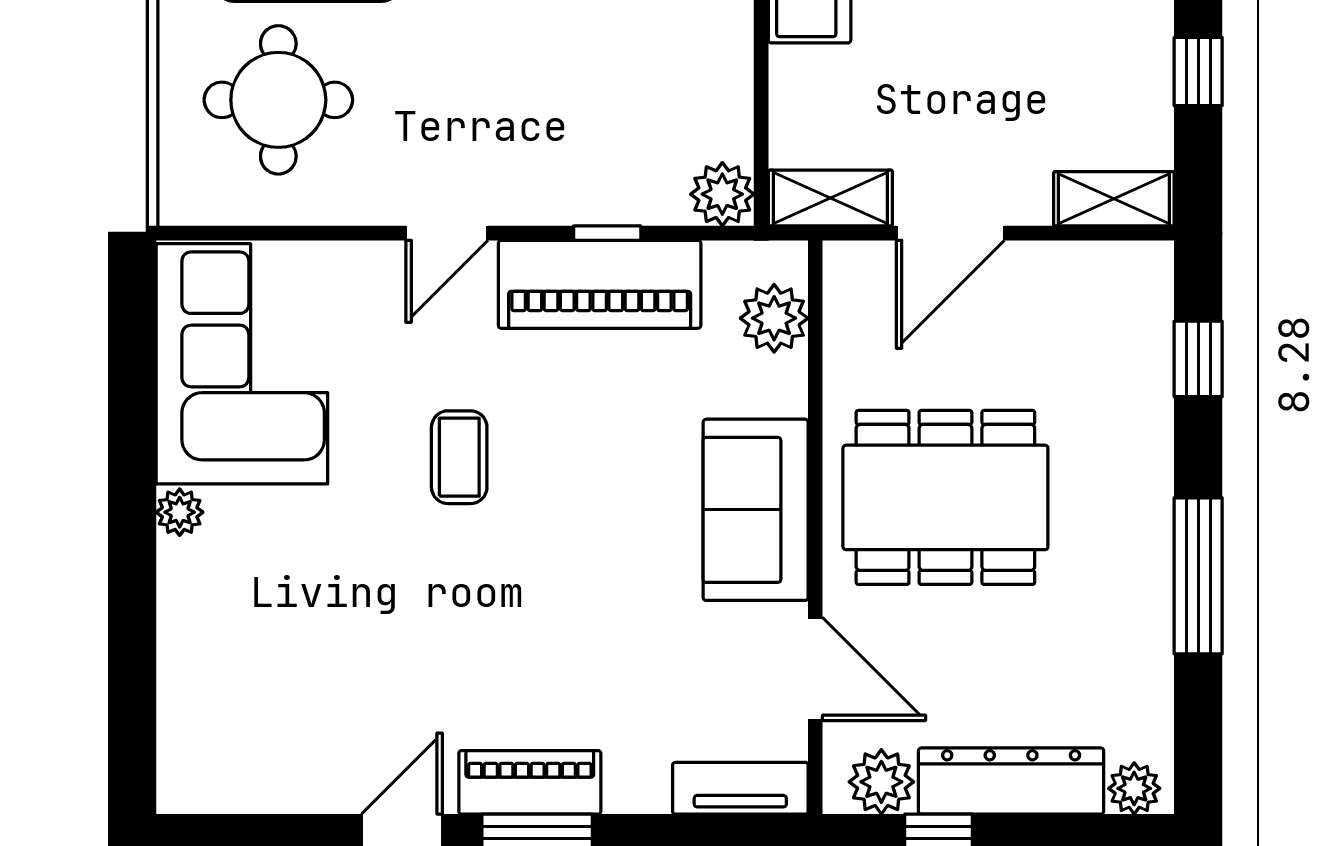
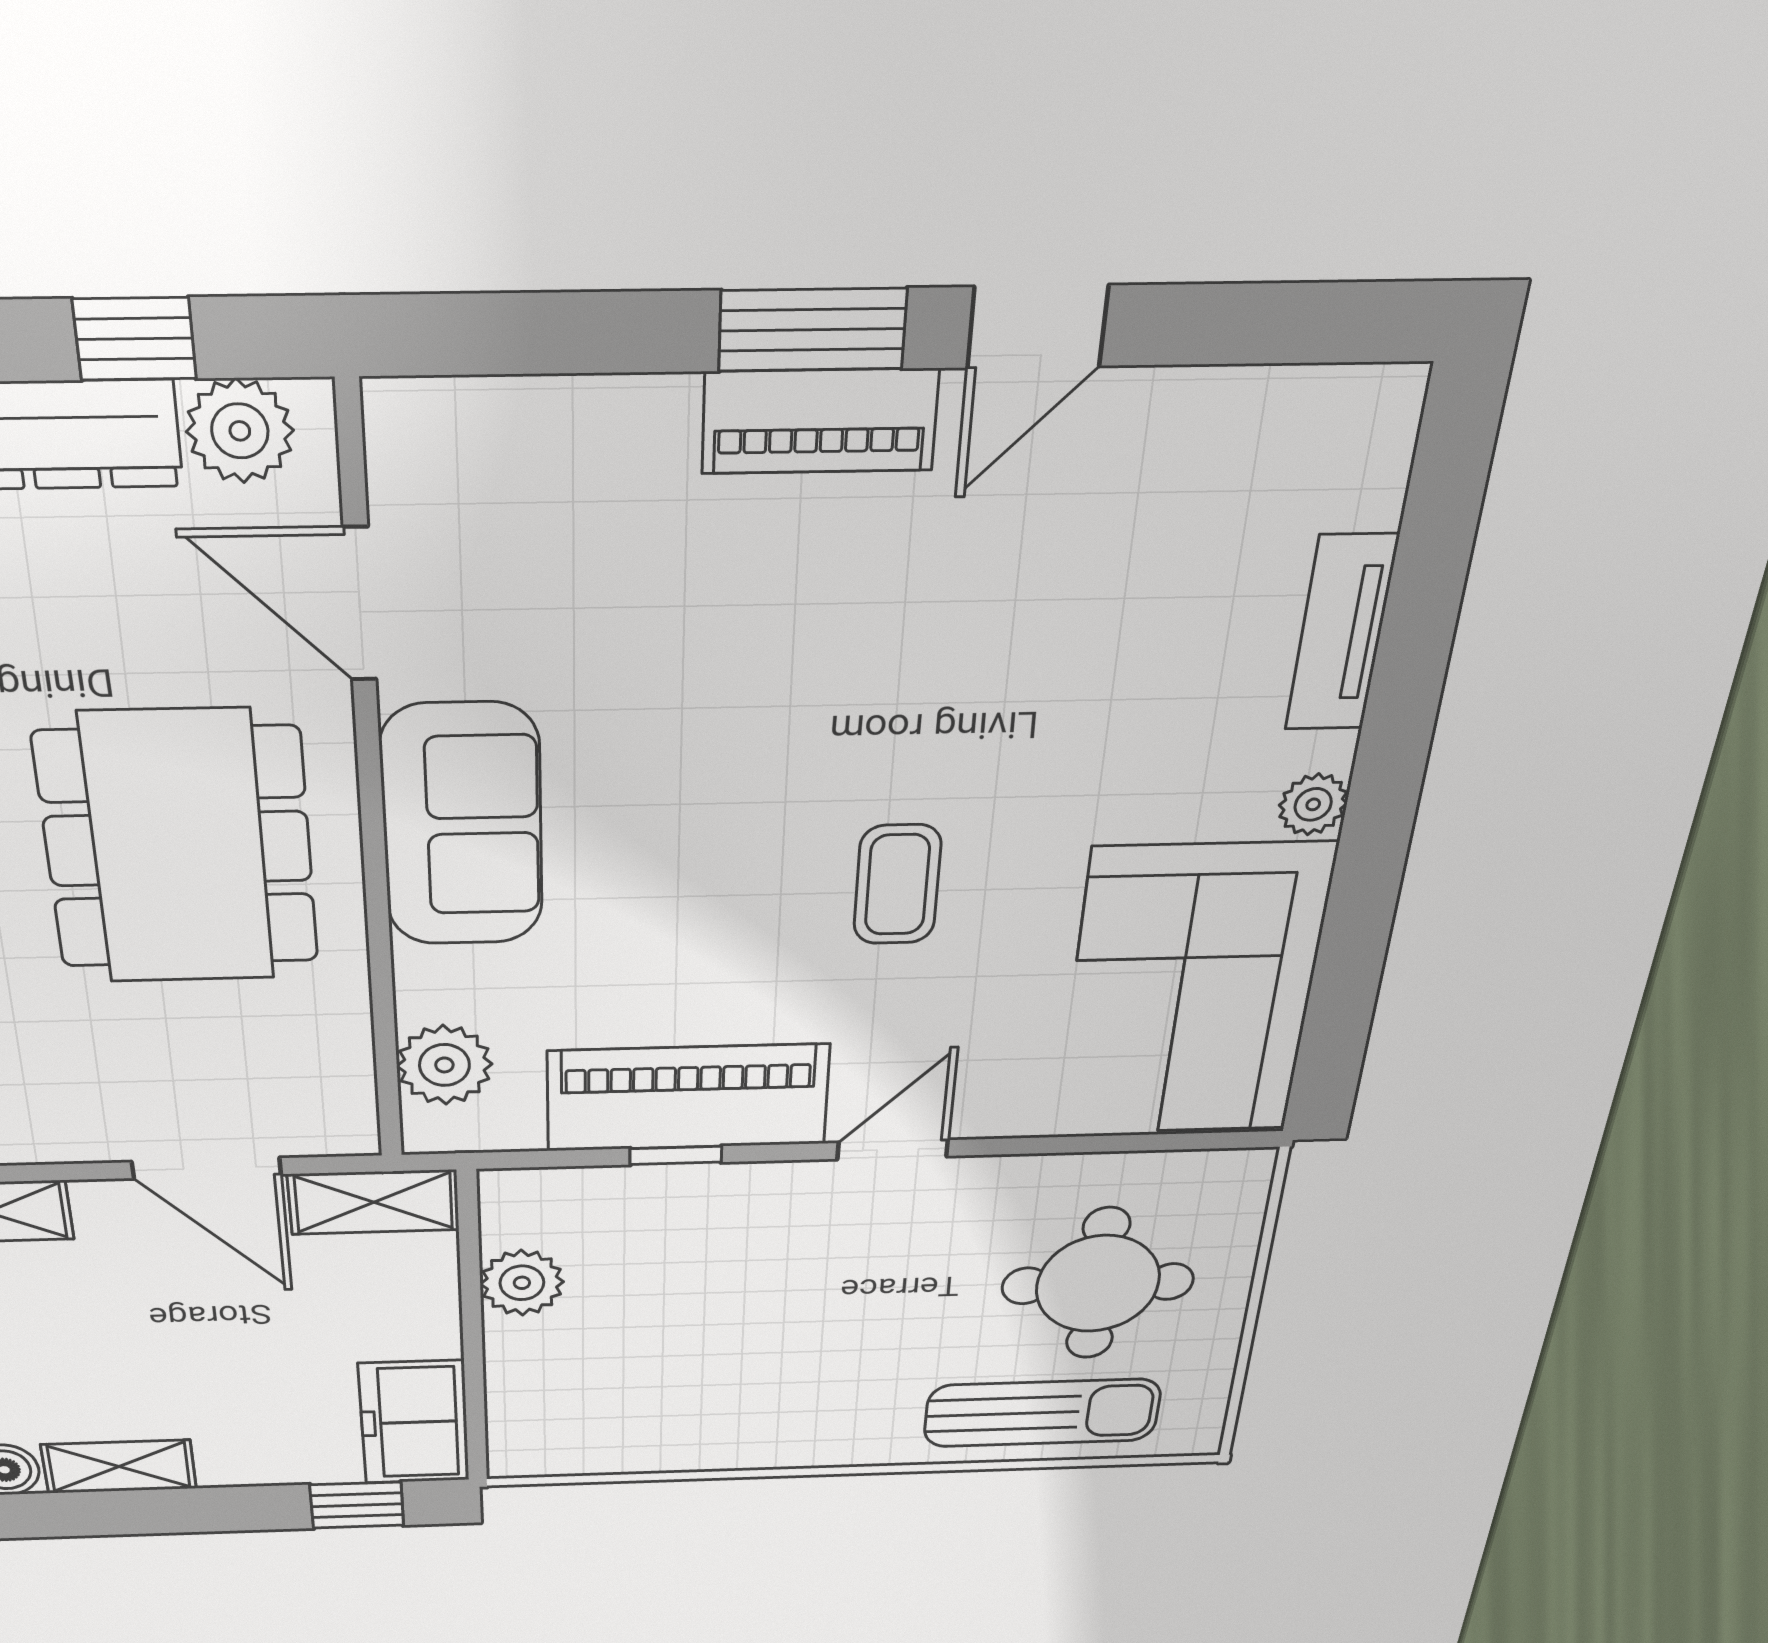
plant: (722, 194) -> (522, 1283), moved
door: (950, 233) -> (207, 1168), swing flipped
dining table: (945, 497) -> (178, 849), turned 90
tv unit: (740, 788) -> (1341, 633), moved, turned 90

